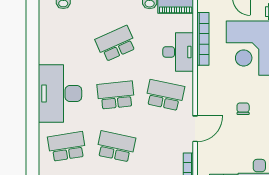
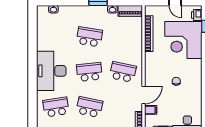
school desk: (116, 44) -> (89, 37), turned 33
desk: (178, 52) -> (132, 43), removed
filing cabinet: (206, 151) -> (151, 110), added

